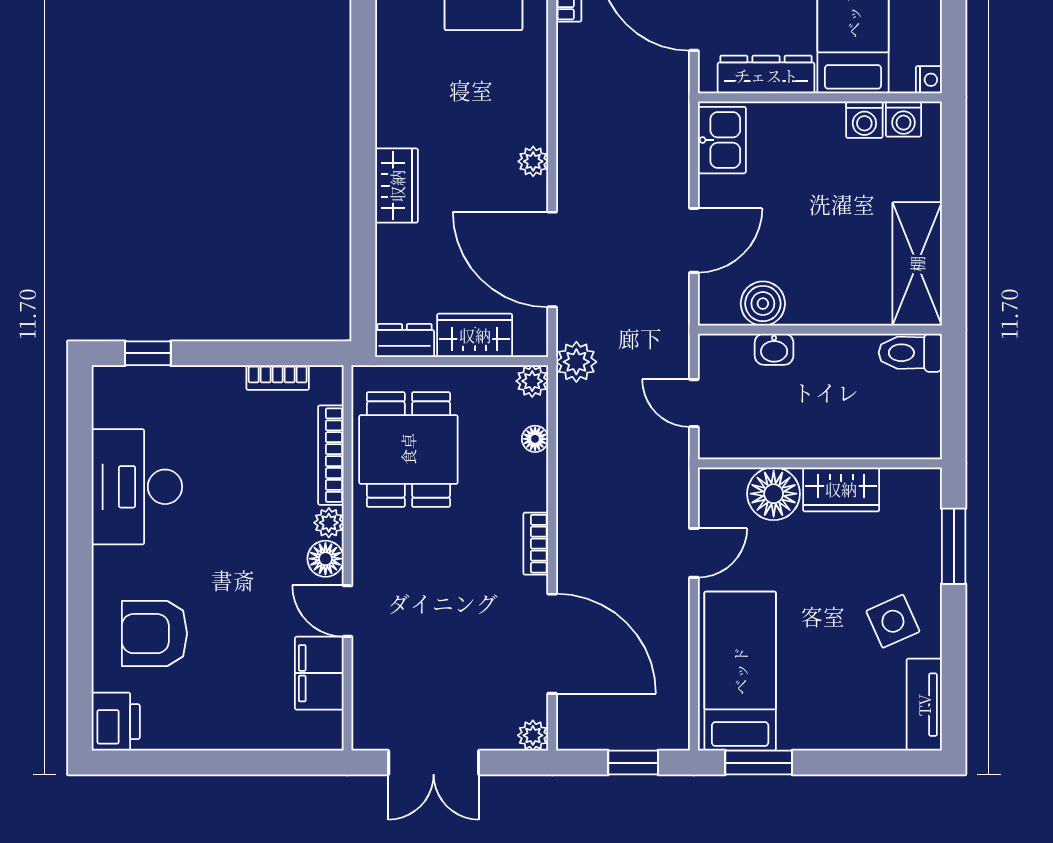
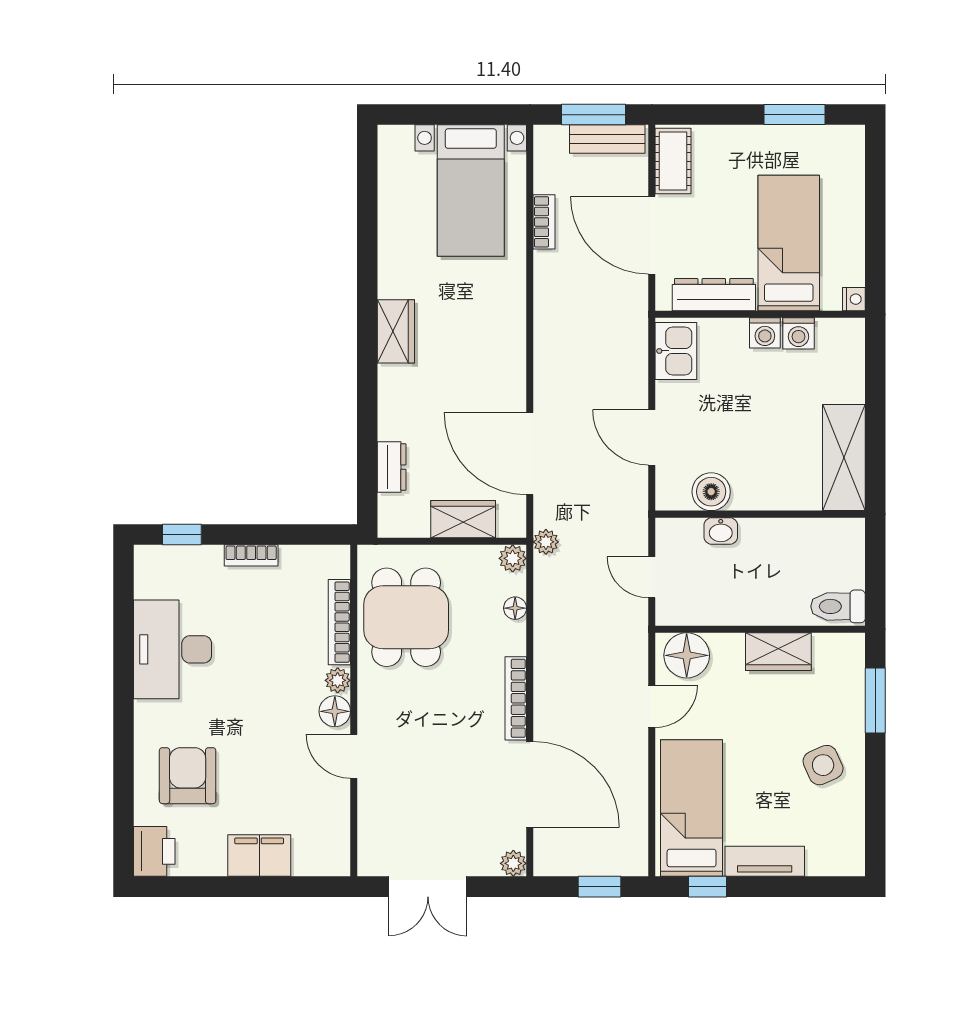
washing machine: (904, 119) -> (765, 333), moved
plant: (533, 161) -> (513, 369), removed
wardrobe: (397, 186) -> (396, 331), moved
door: (694, 240) -> (652, 437), swing flipped
dresser: (405, 341) -> (392, 467), moved, turned 90
toilet: (910, 353) -> (838, 606), moved
plant: (576, 362) -> (546, 542), width x0.73, depth x0.73
bookcase: (278, 378) -> (251, 555), moved
floor lamp: (774, 494) -> (687, 655), moved
bookcase: (536, 544) -> (516, 698), width x1.56
armchair: (154, 634) -> (188, 776), turned 90
filing cabinet: (319, 673) -> (259, 856), moved, turned 90
tv unit: (924, 705) -> (765, 861), moved, turned 90
window: (759, 763) -> (708, 887), width x0.67

